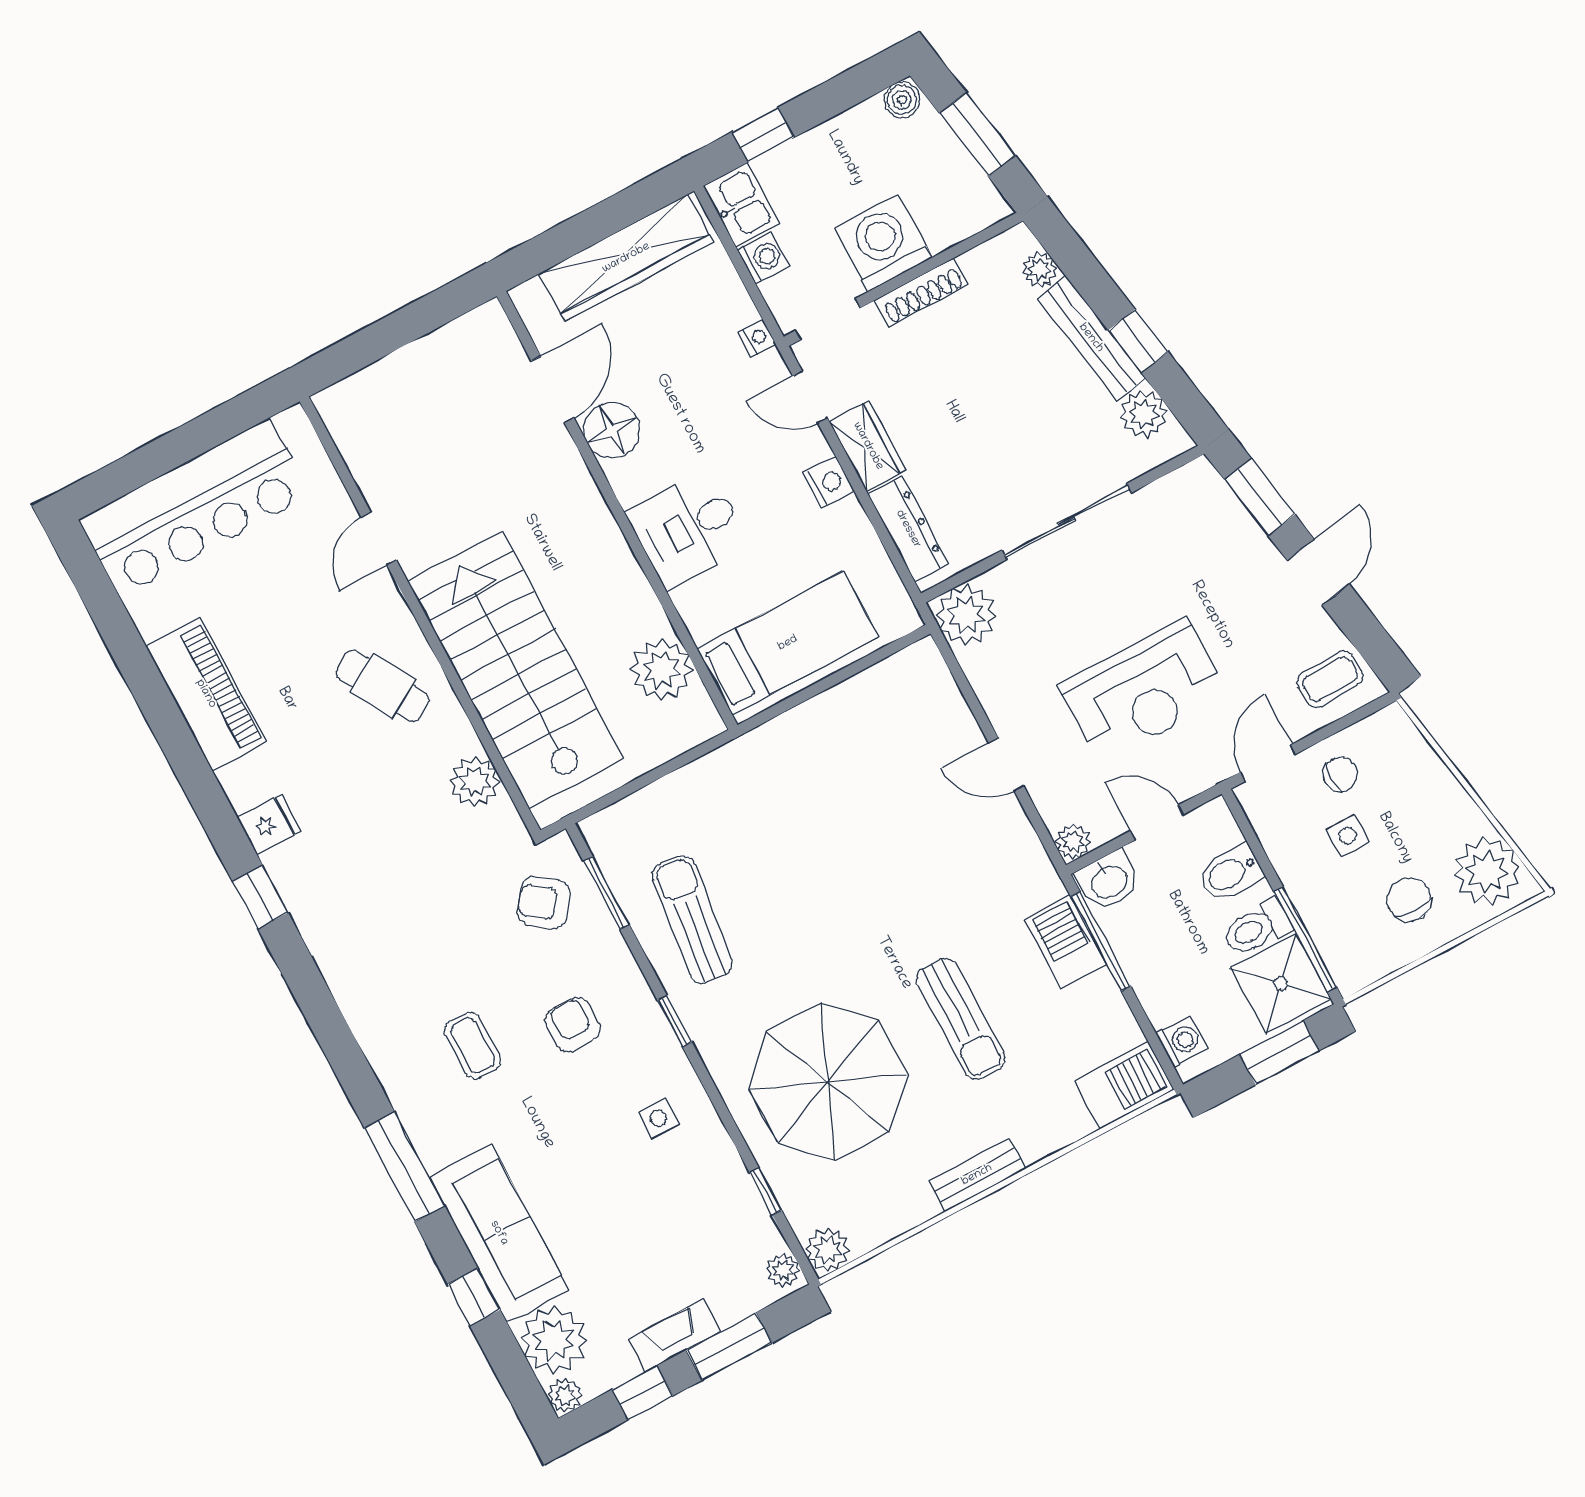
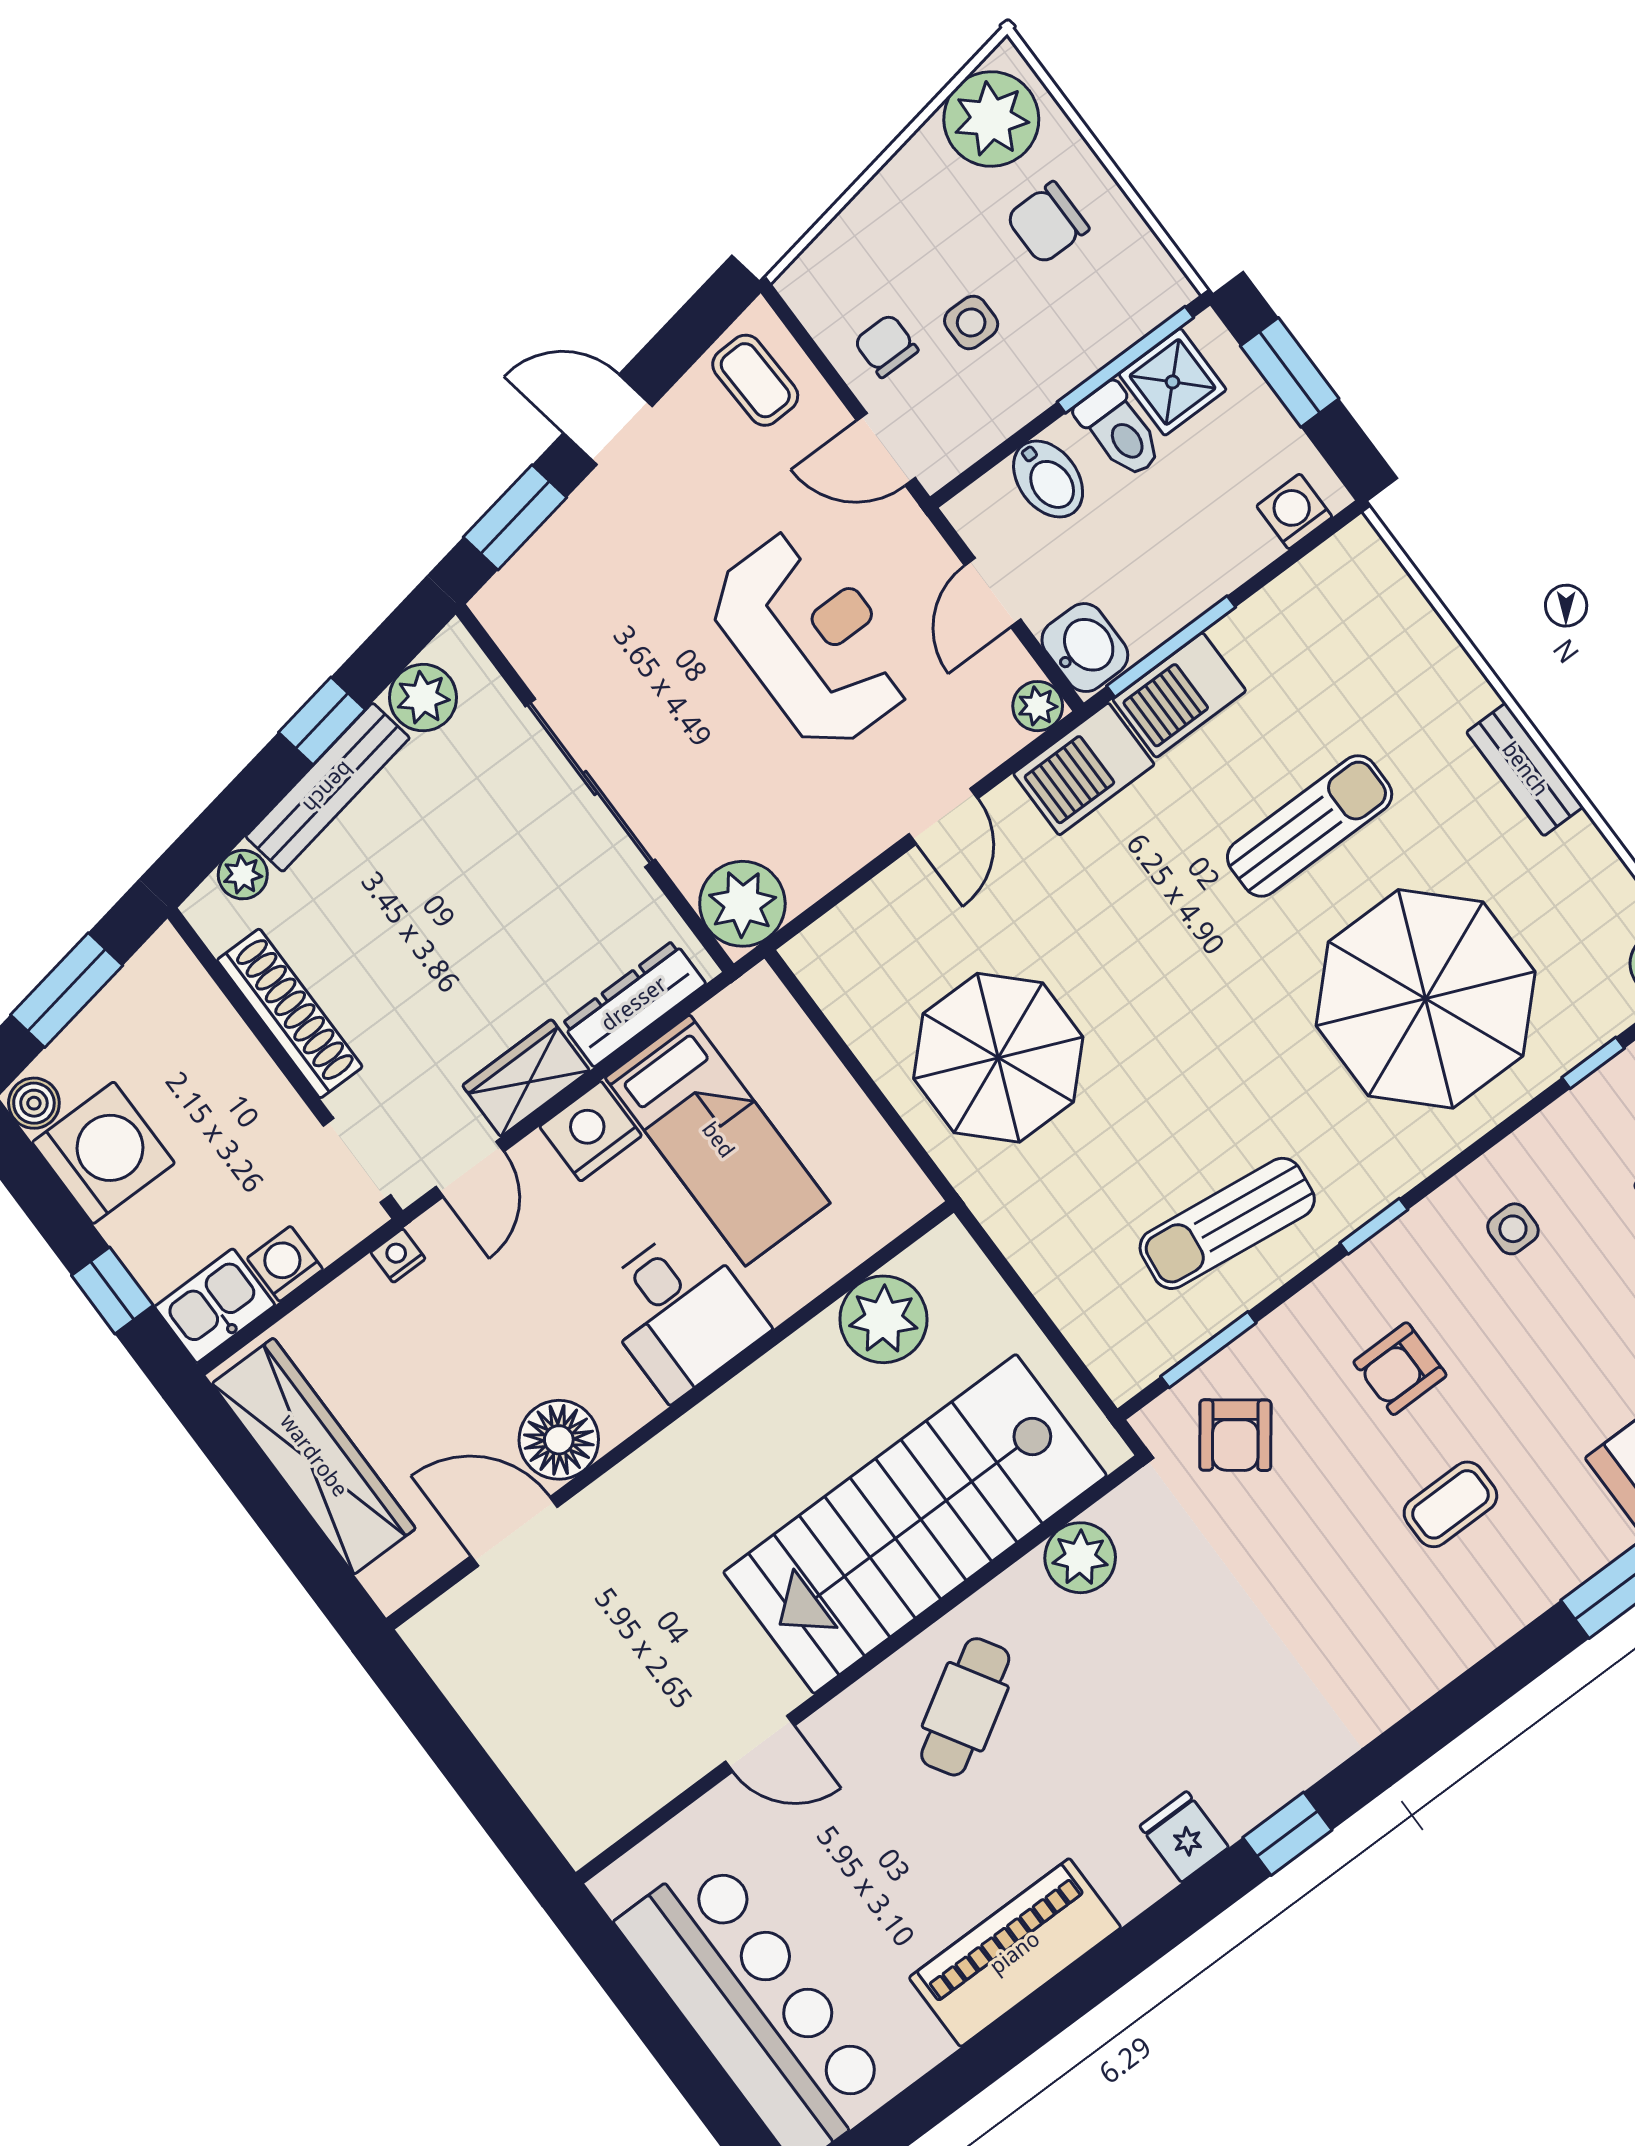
washing machine: (883, 243) -> (103, 1153), moved, turned 180
shoe rack: (922, 292) -> (290, 1013), width x1.36, depth x1.24
nightstand: (829, 482) -> (591, 1131), width x1.36, depth x1.33
bed: (788, 643) -> (718, 1140), moved, turned 180
parasol: (832, 777) -> (998, 1058), added
shower: (1281, 983) -> (1173, 382), width x0.73, depth x0.73
barbecue: (1124, 1085) -> (1084, 769), moved, turned -90

